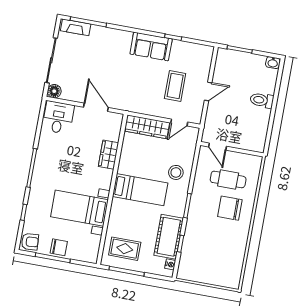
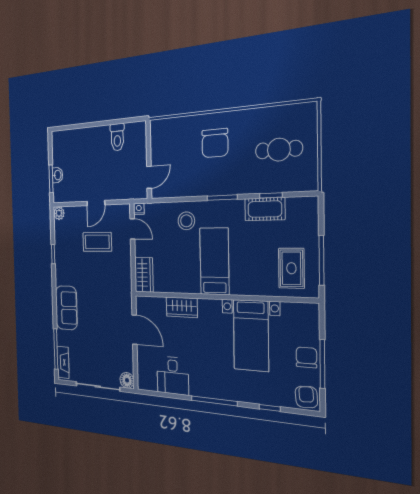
sofa: (151, 46) -> (66, 308), moved
plant: (208, 51) -> (59, 213), added
washbasin: (273, 63) -> (57, 175), moved
door: (208, 91) -> (96, 203), swing flipped
toilet: (262, 100) -> (117, 137), moved
door: (96, 107) -> (135, 330), swing flipped
desk: (58, 118) -> (173, 376), moved, turned -90
wardrobe: (147, 127) -> (144, 275), width x0.67
cafe table: (228, 179) -> (279, 150), moved, turned 90
cot: (169, 237) -> (265, 209), width x0.73, depth x0.75
nightstand: (170, 264) -> (139, 209), moved

